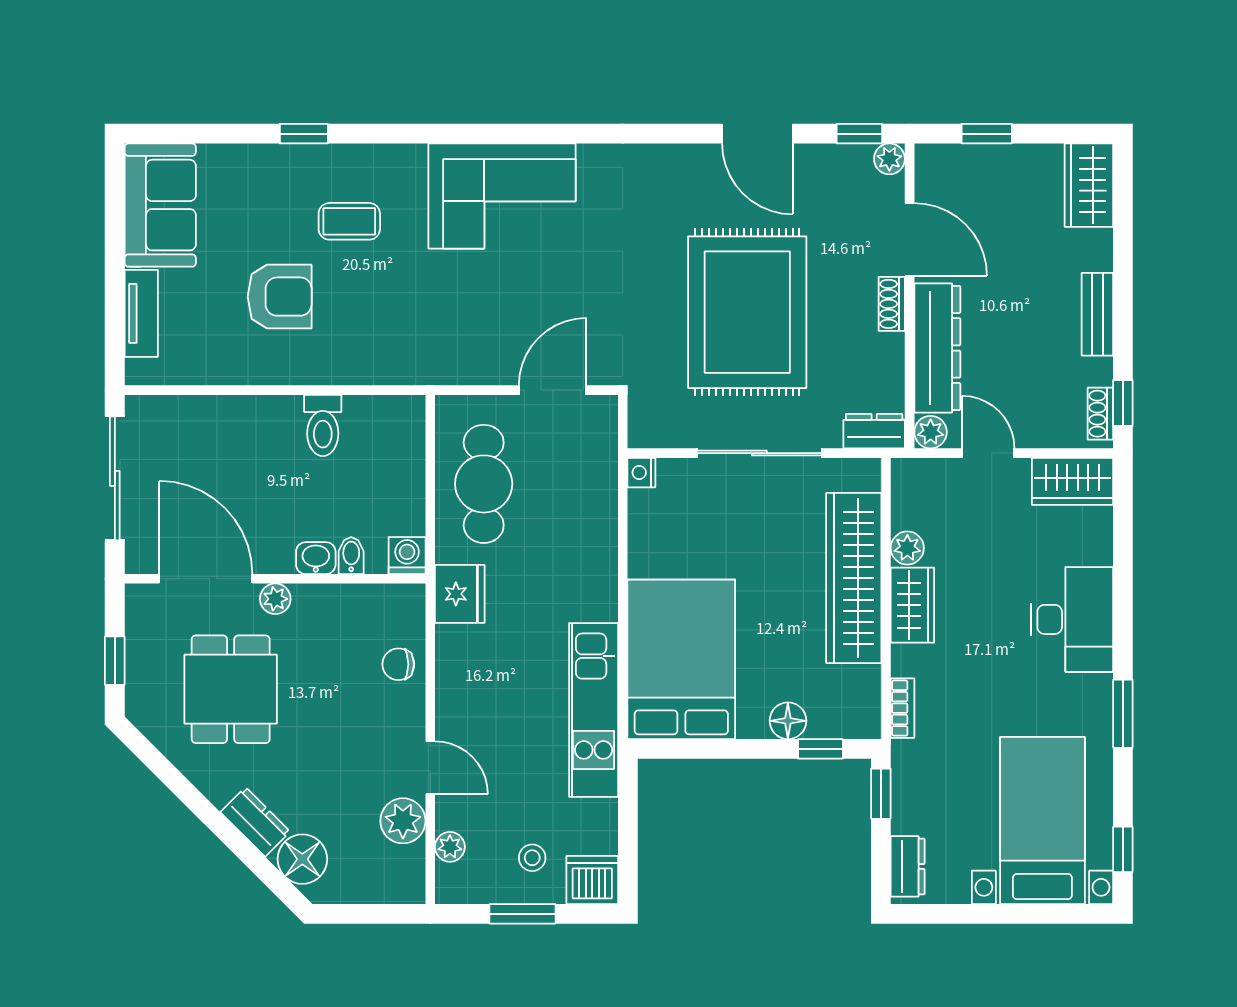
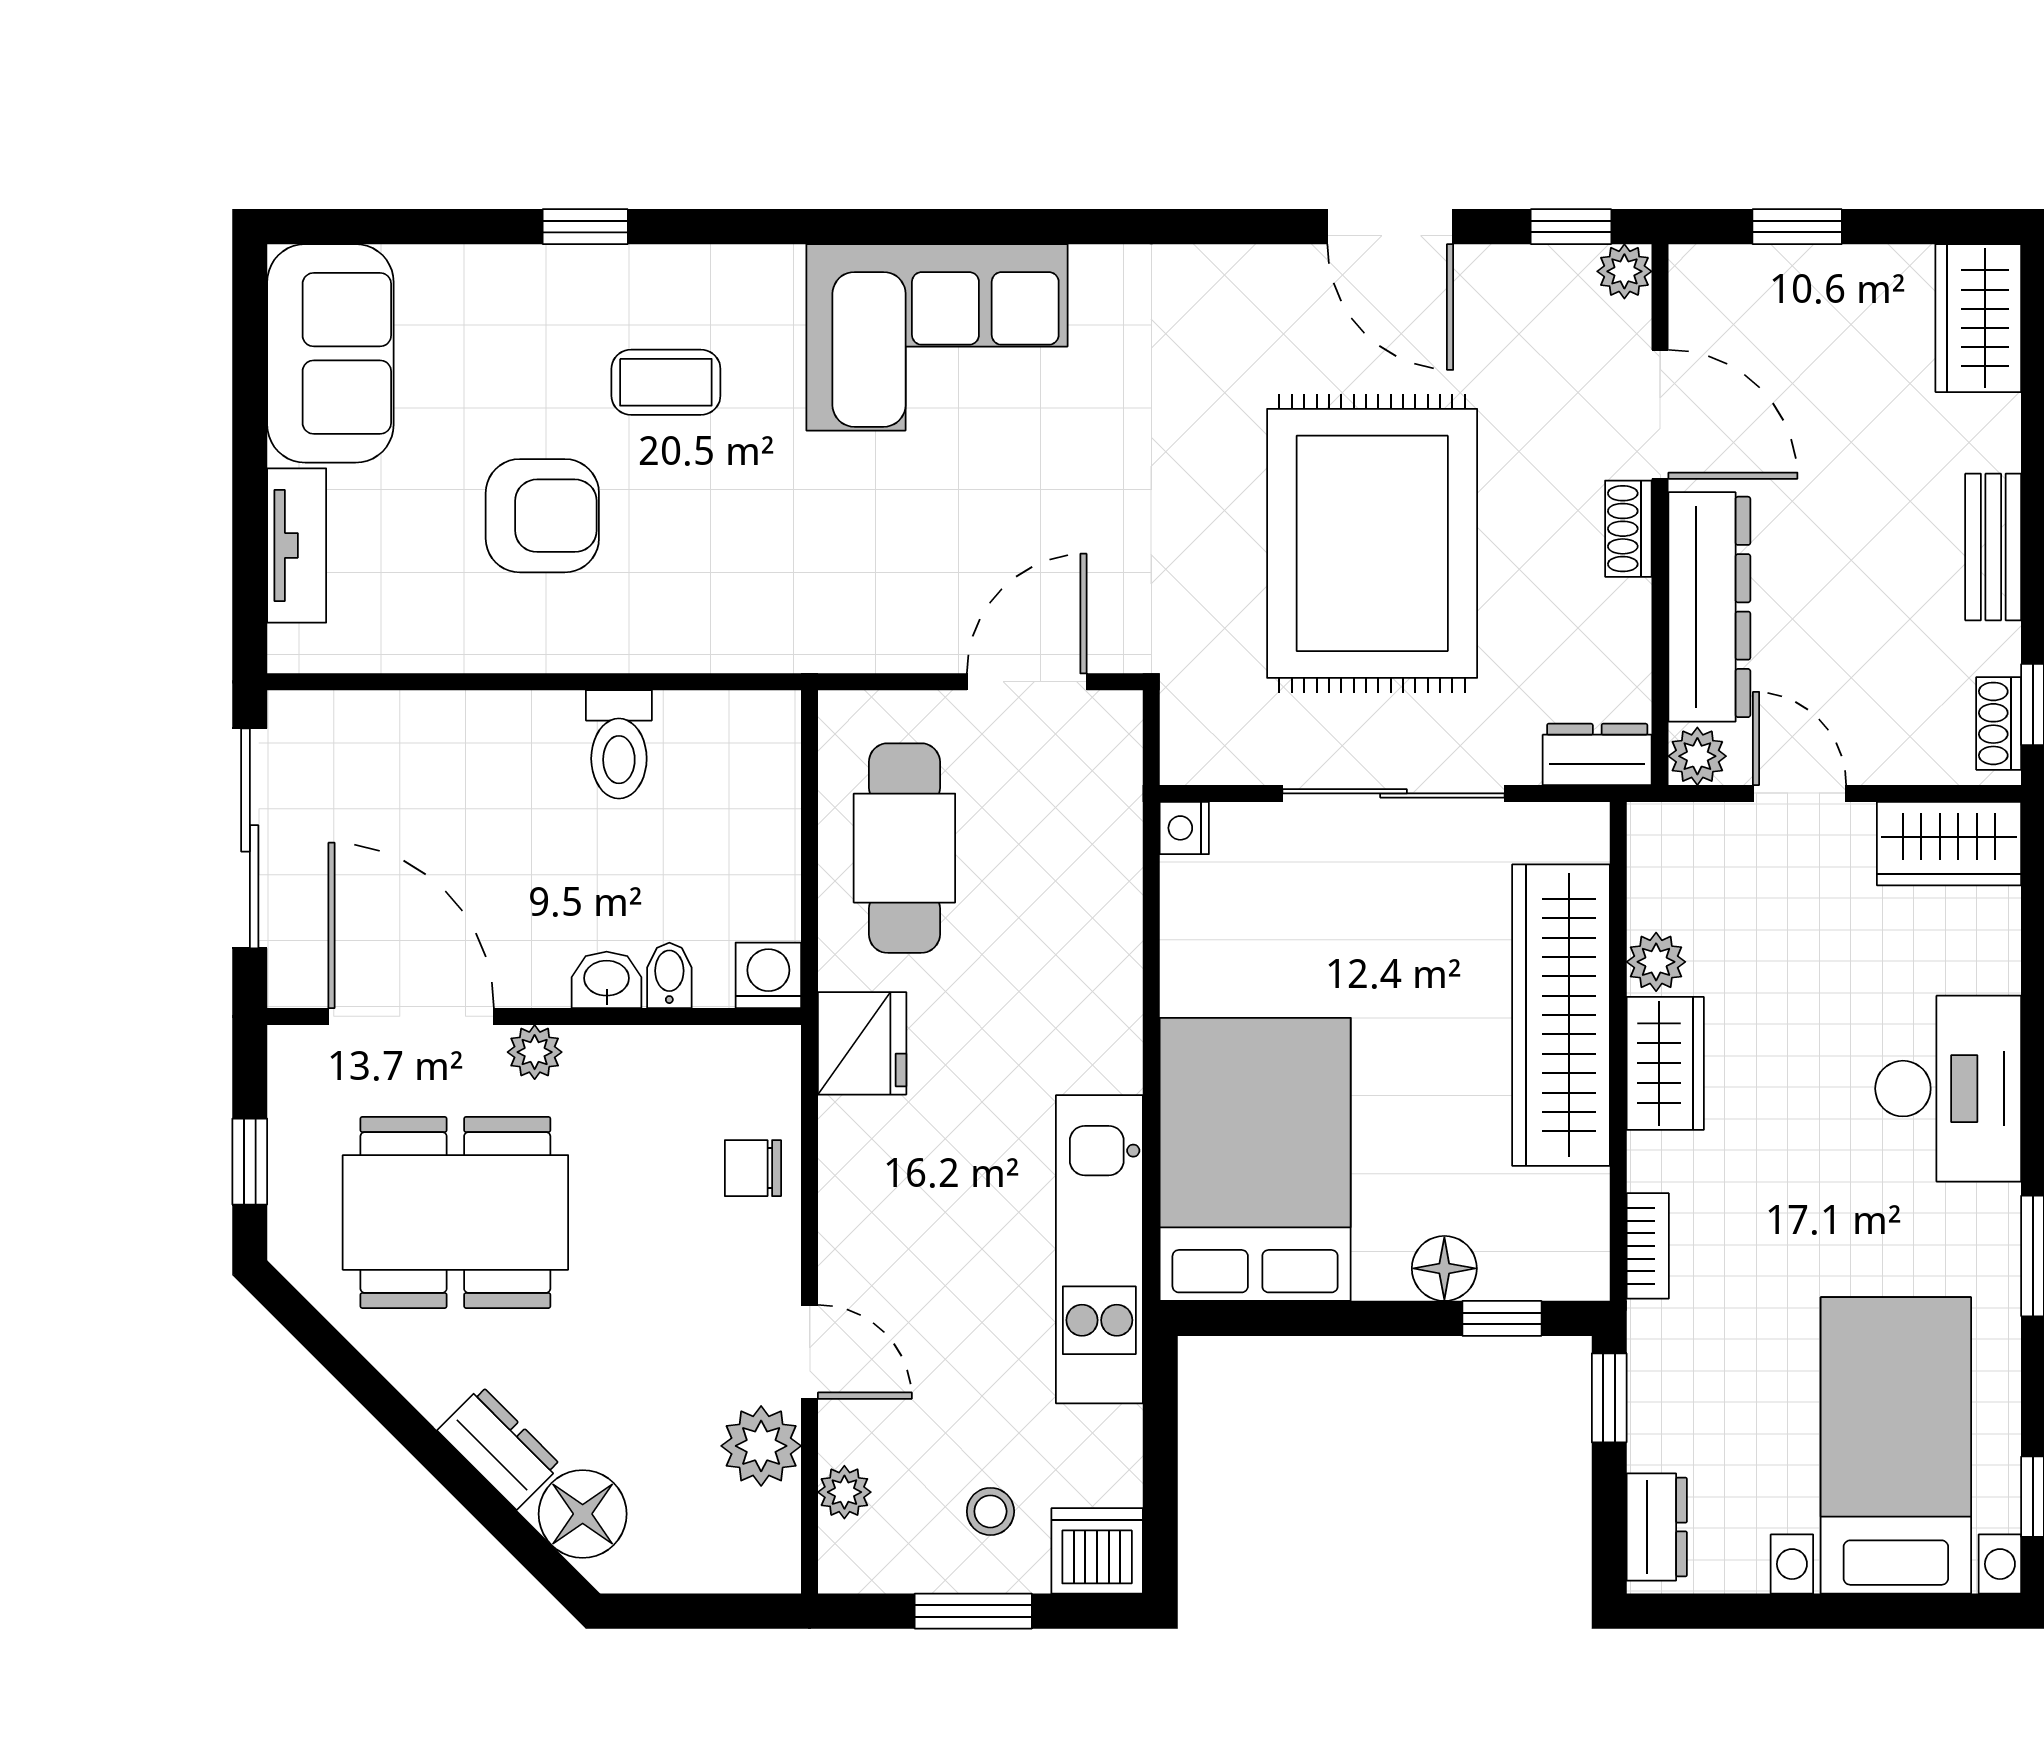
dining table: (231, 689) -> (455, 1212), width x1.38

